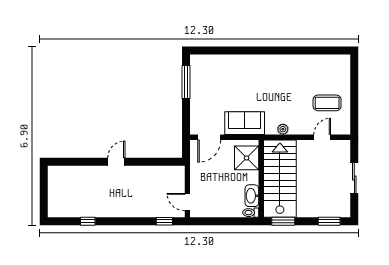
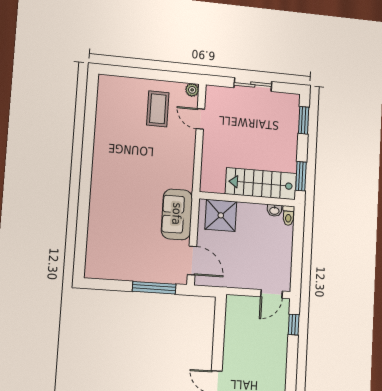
window: (186, 82) -> (154, 288), moved
plant: (283, 129) -> (192, 90), moved
stairs: (280, 179) -> (261, 184), width x0.73, depth x0.66
washbasin: (252, 196) -> (274, 210), width x0.52, depth x0.69

